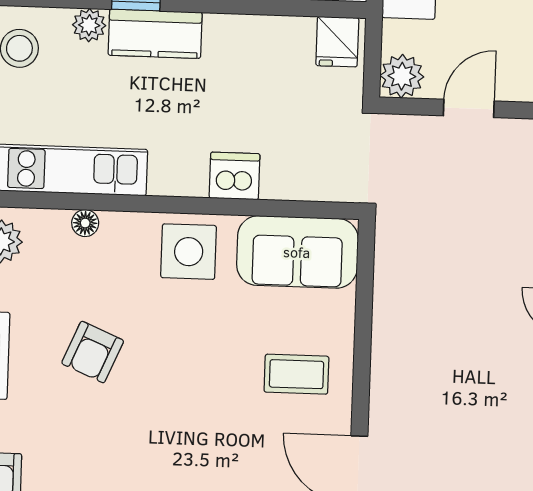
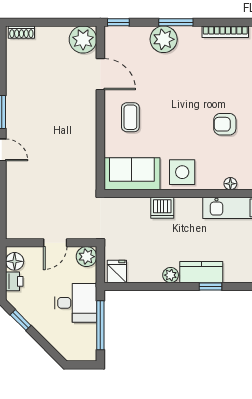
plant: (89, 25) -> (171, 275), moved
armchair: (93, 352) -> (225, 124), turned -113
coffee table: (296, 374) -> (130, 117), turned 90

